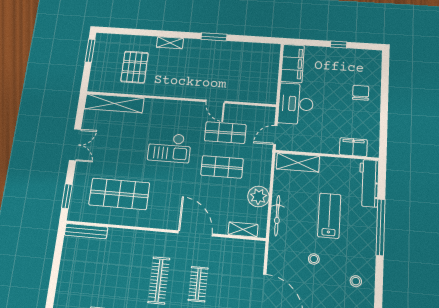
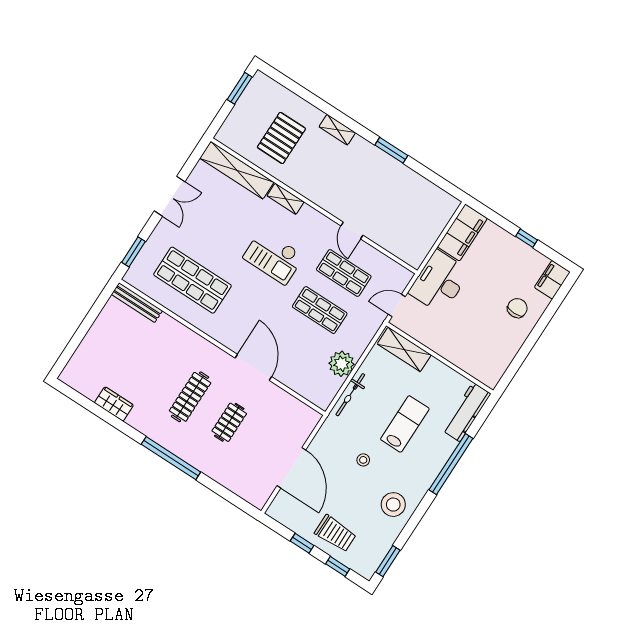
filing cabinet: (353, 147) -> (552, 280), moved, turned -90
shelving: (243, 229) -> (286, 199), moved
stool: (356, 281) -> (393, 505), width x1.89, depth x1.89

